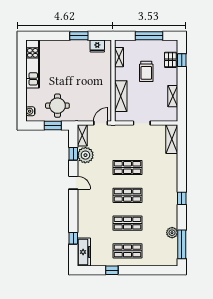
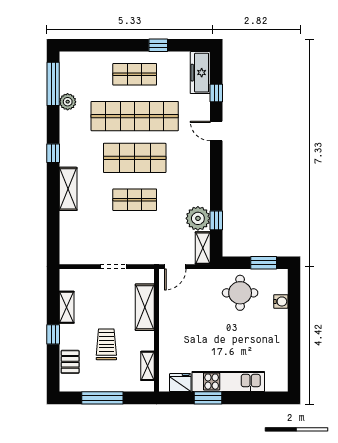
window: (182, 60) -> (53, 334), moved
kitchen unit: (33, 64) -> (228, 382), moved, turned 90
water cooler: (30, 111) -> (281, 301), moved
window: (53, 126) -> (264, 263), moved
shelving: (172, 139) -> (68, 189), moved
door: (73, 183) -> (216, 131), moved
shop shelf: (127, 195) -> (135, 158), width x1.43, depth x1.36
shop shelf: (127, 223) -> (135, 116), width x2.00, depth x1.36

